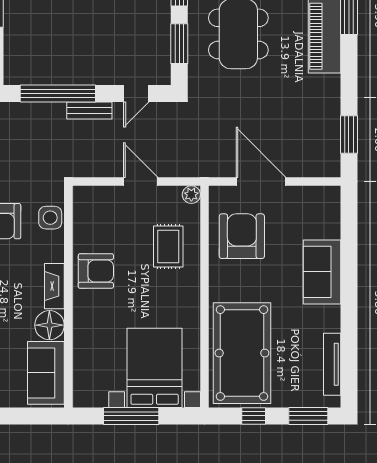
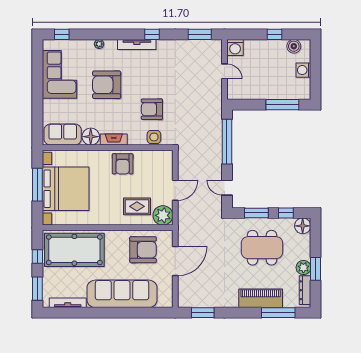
bench: (89, 110) -> (217, 160), removed
plant: (191, 195) -> (163, 215), width x1.88, depth x1.88
sofa: (322, 272) -> (122, 294), width x1.85, depth x1.27
bed with nightstands: (155, 368) -> (66, 189), width x1.36

